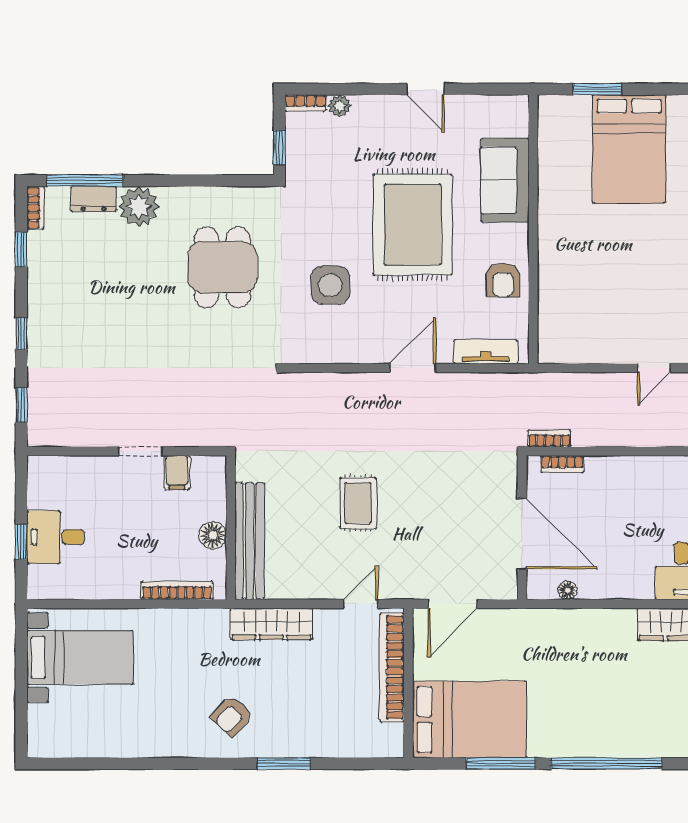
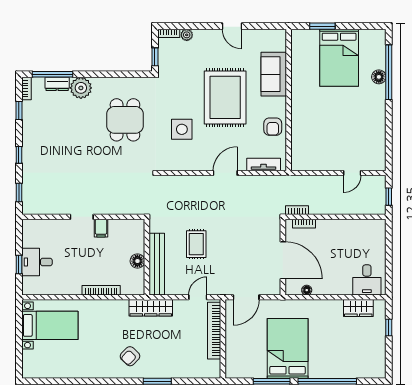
wall: (231, 528) -> (147, 257), moved
floor lamp: (213, 535) -> (137, 261), moved
bench: (250, 541) -> (157, 264), moved
bed: (470, 719) -> (288, 348), moved, turned -90

